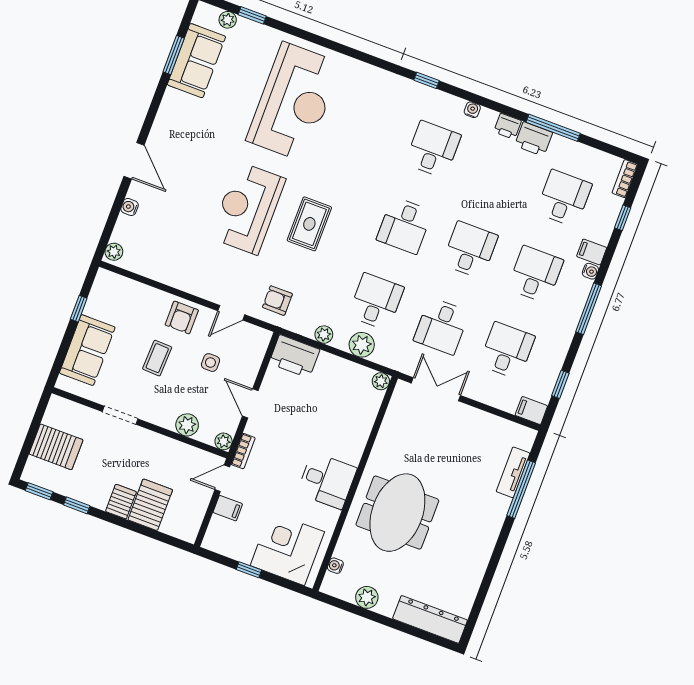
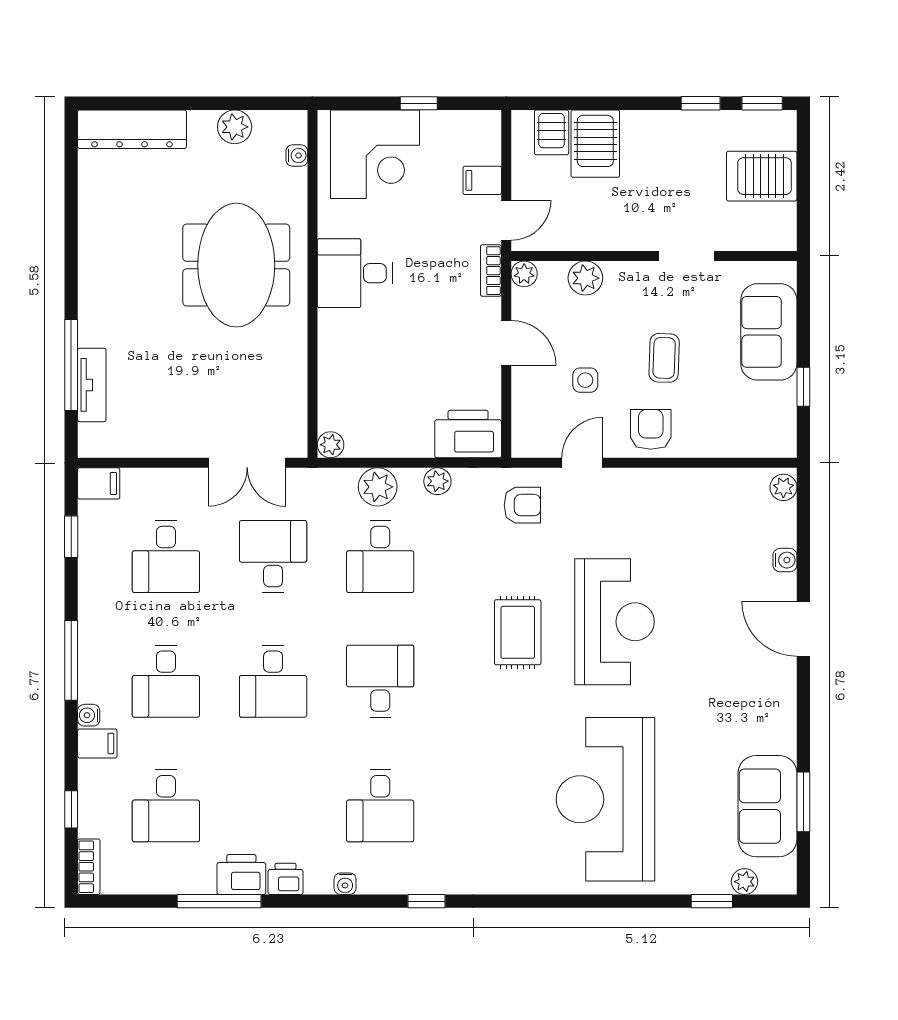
server rack: (121, 502) -> (552, 132), moved

